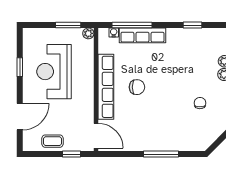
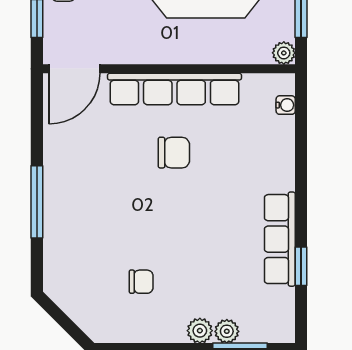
window: (132, 25) -> (301, 143), removed
row of seats: (142, 35) -> (280, 239), moved
chair: (137, 87) -> (174, 153), turned -90

